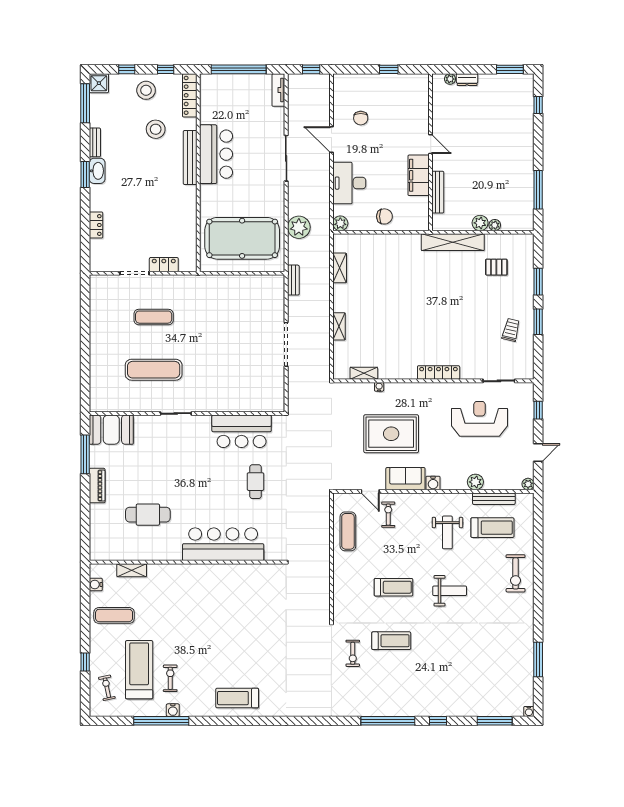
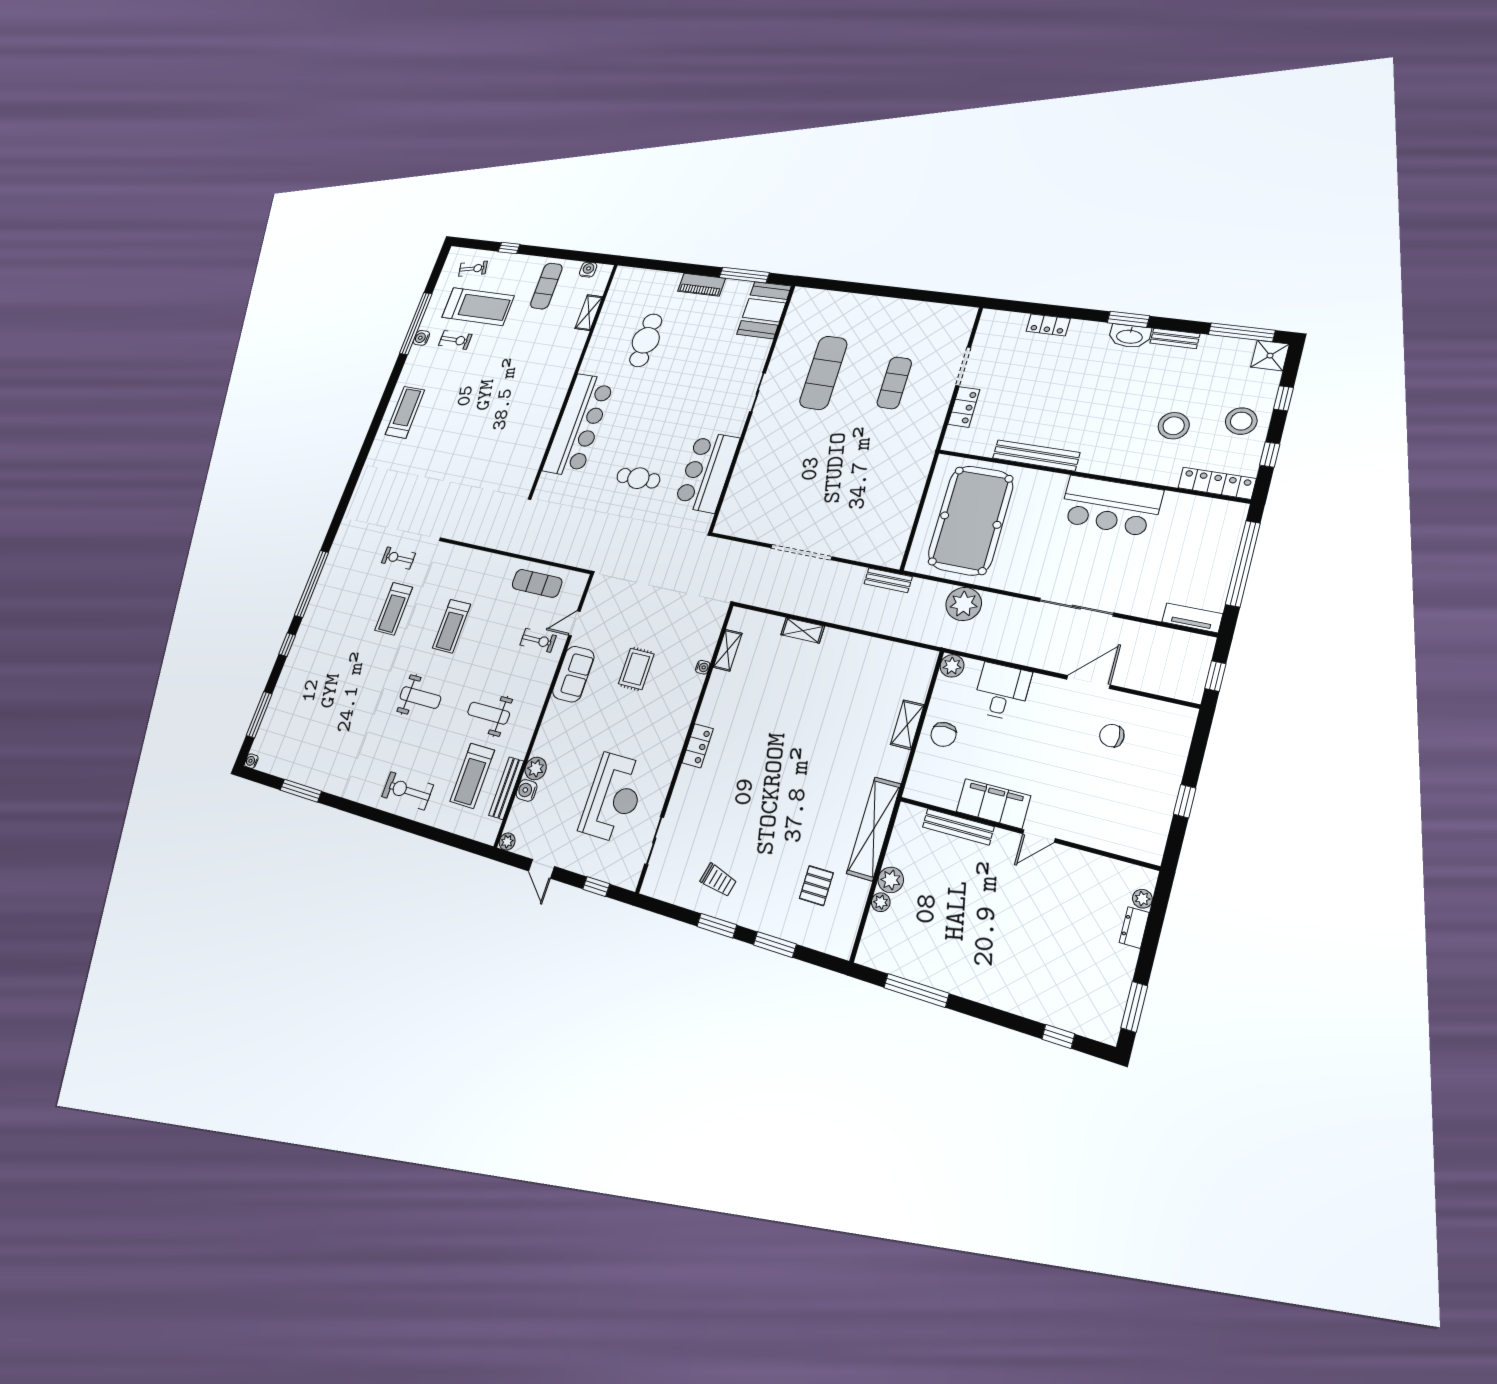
bench: (190, 158) -> (1036, 455), moved
desk: (349, 183) -> (1002, 691), width x0.73
shelving: (340, 268) -> (907, 725), moved, turned 90
locker: (439, 373) -> (698, 746), width x0.66
rug: (391, 434) -> (636, 669), width x0.54, depth x0.49
water cooler: (433, 483) -> (527, 790), moved
weight bench: (450, 591) -> (420, 697), turned -90

